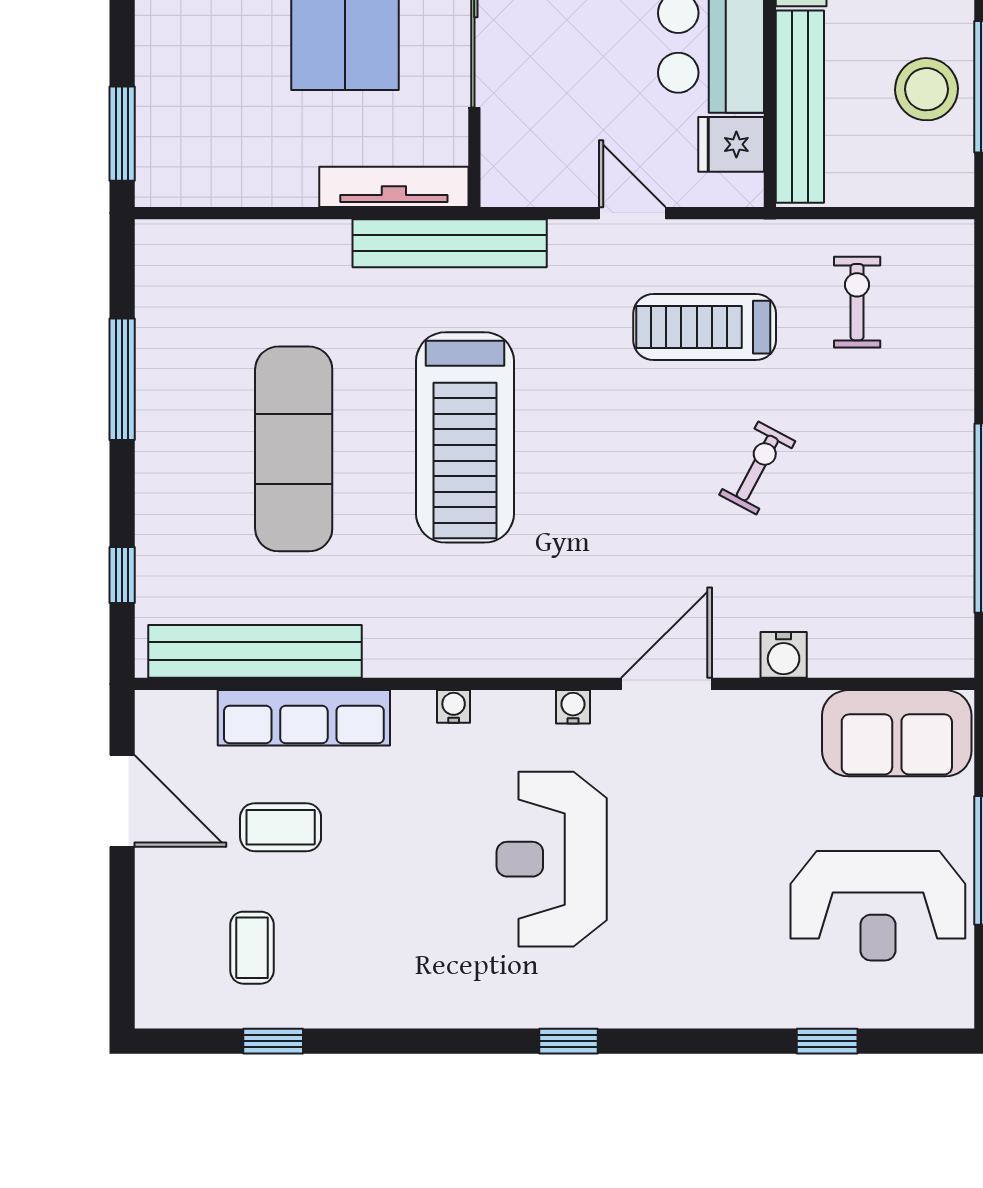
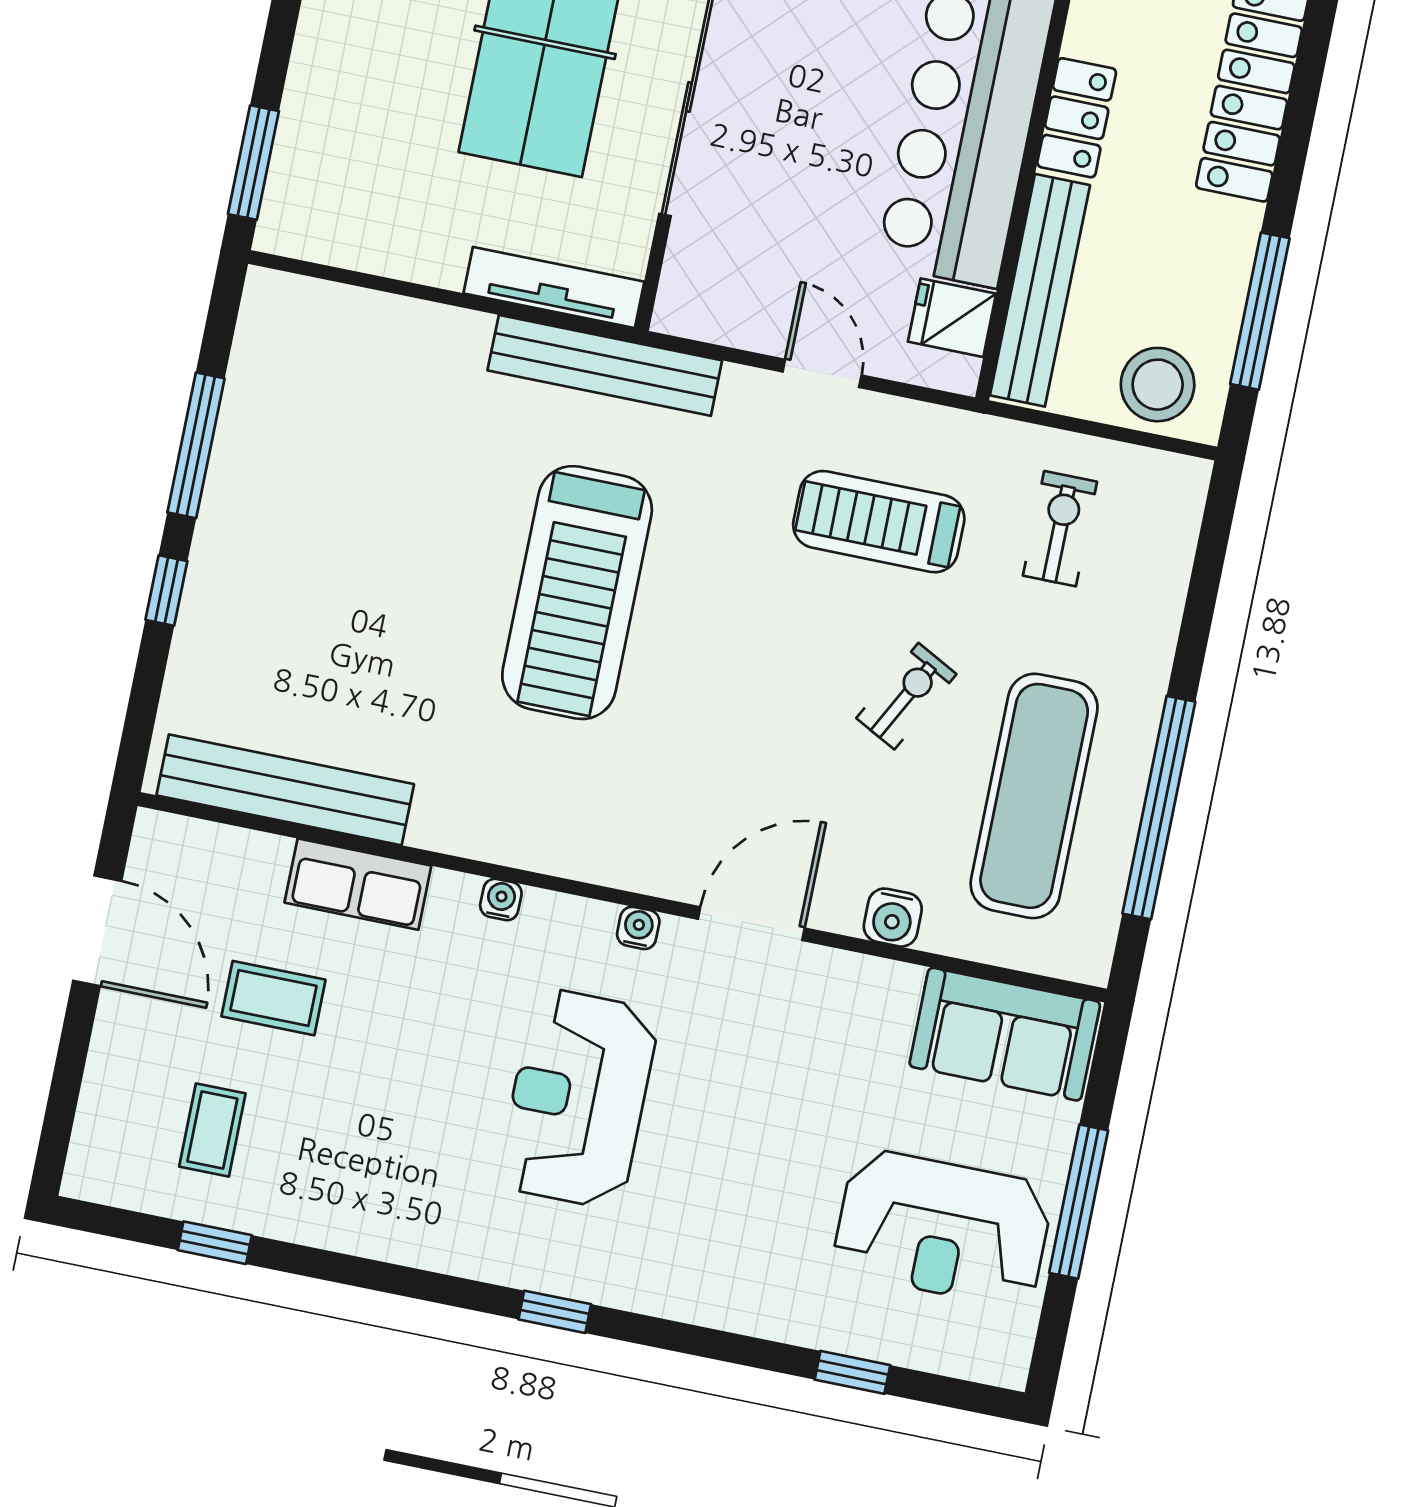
stool: (926, 89) -> (1158, 385), moved
exercise mat: (294, 449) -> (1034, 796), moved
window: (122, 575) -> (166, 591), moved
row of seats: (304, 718) -> (358, 884), width x0.68

